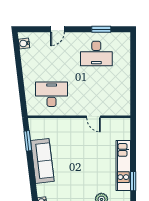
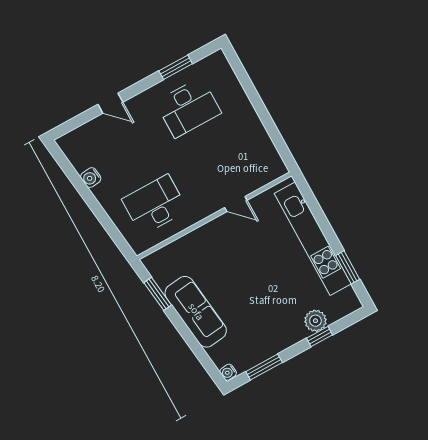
door: (57, 29) -> (110, 103), hinge flipped
water cooler: (24, 43) -> (91, 178), moved
kitchen unit: (123, 166) -> (313, 239), width x1.36

